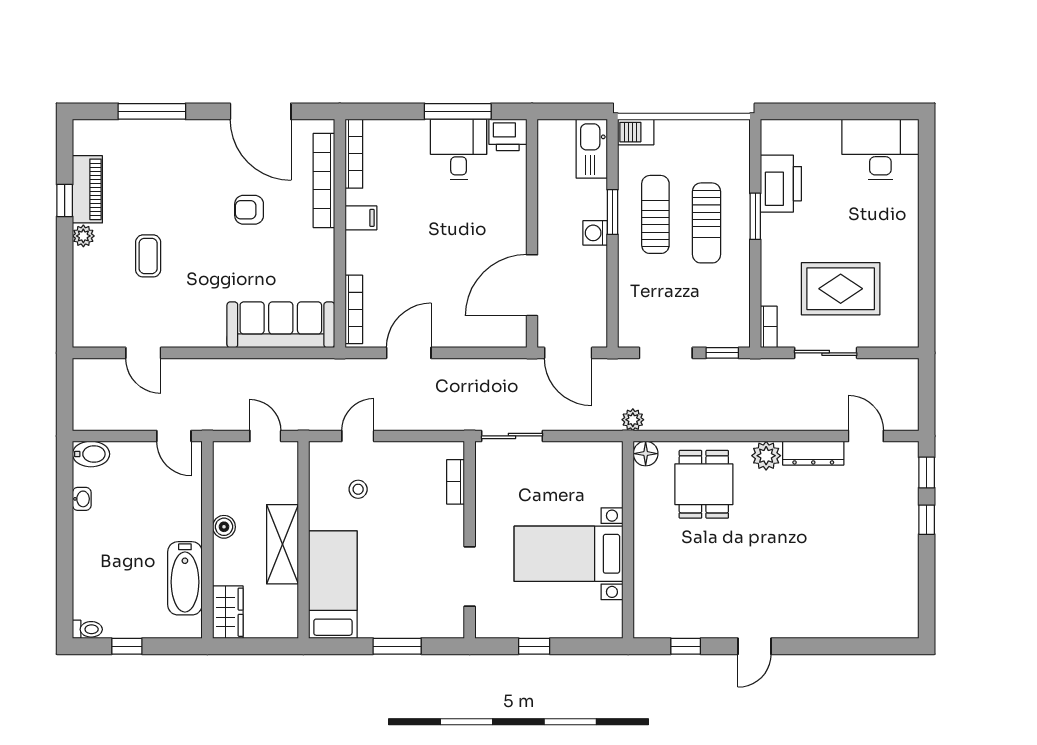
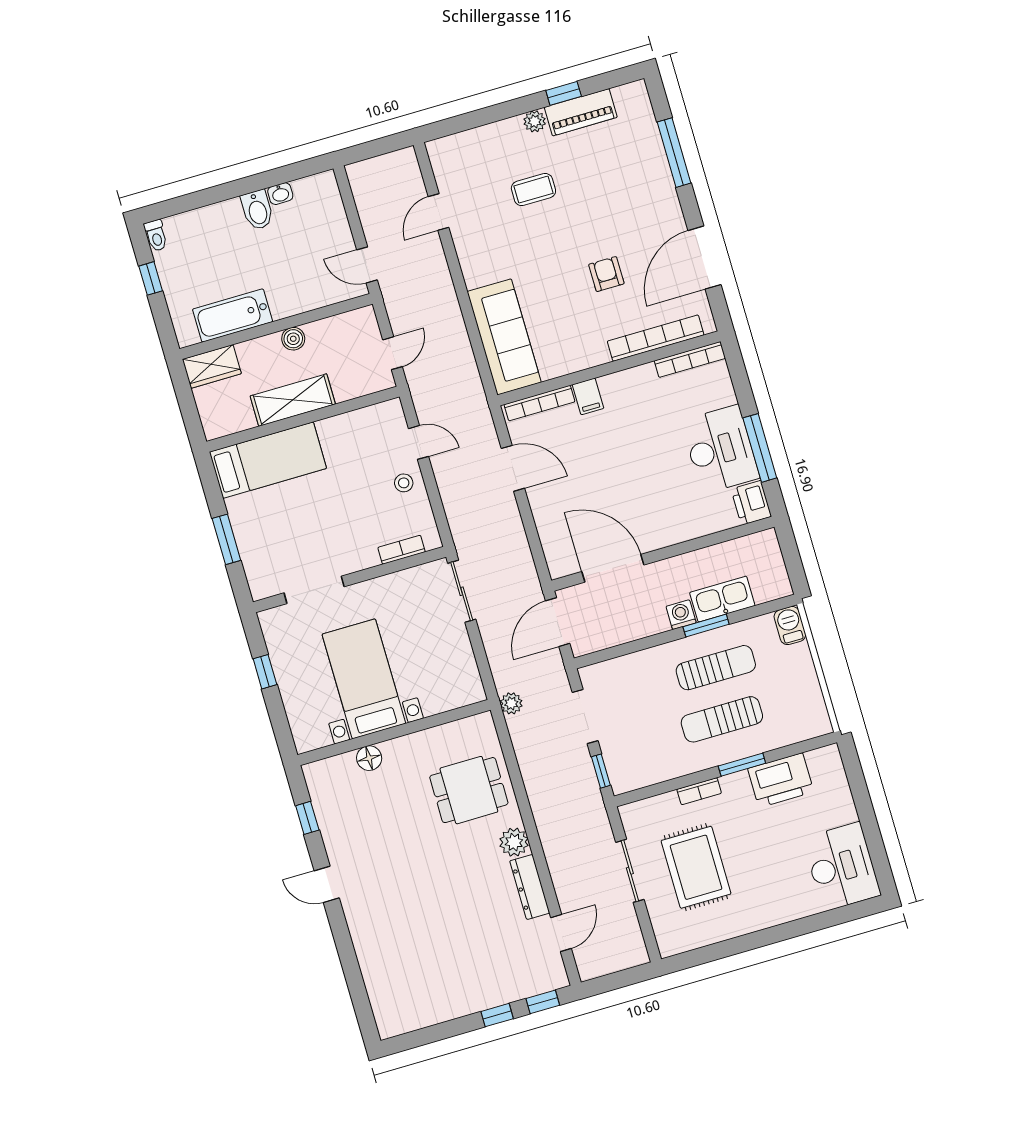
desk: (459, 149) -> (720, 449), width x1.37
kitchen sink: (592, 149) -> (722, 599), moved
filing cabinet: (361, 218) -> (588, 396), moved
bookcase: (769, 327) -> (699, 791), moved
door: (174, 436) -> (367, 265), hinge flipped
bidet: (91, 454) -> (257, 210), moved
floor lamp: (646, 454) -> (369, 758), moved
stool: (358, 489) -> (404, 483), moved

